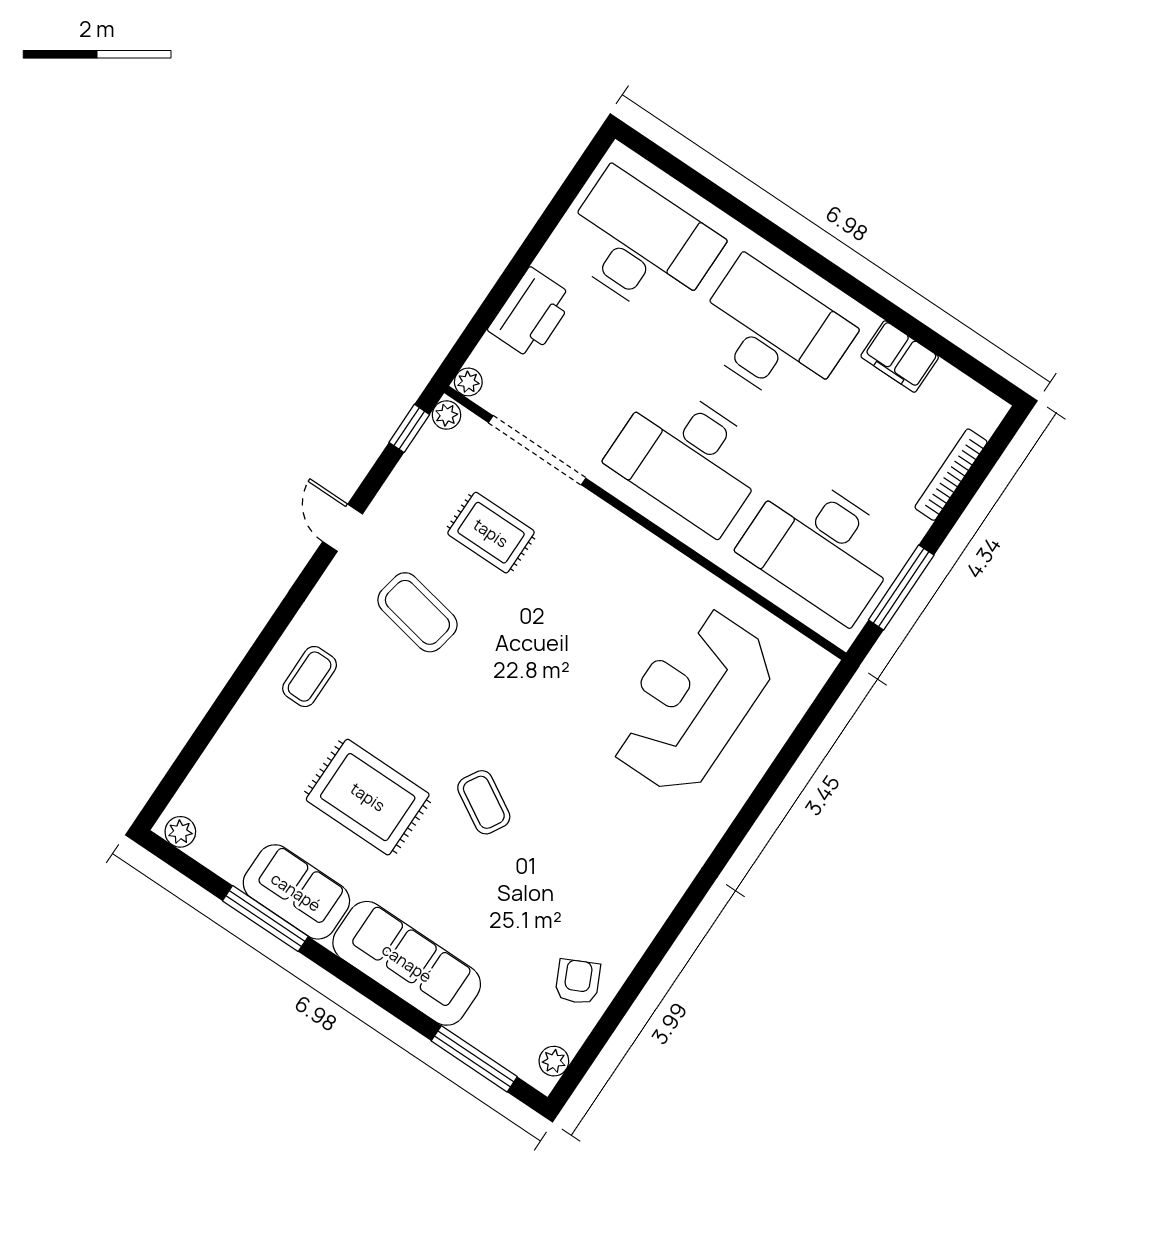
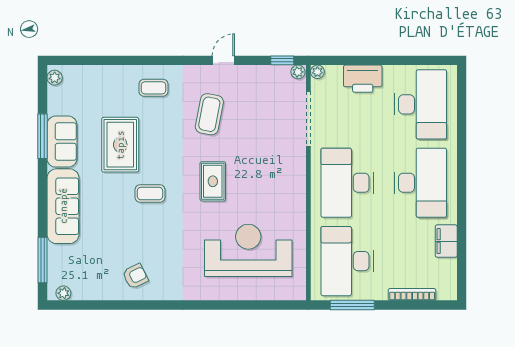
rug: (491, 533) -> (213, 181), moved
coffee table: (484, 802) -> (150, 194), turned 60
armchair: (578, 982) -> (135, 276), moved

